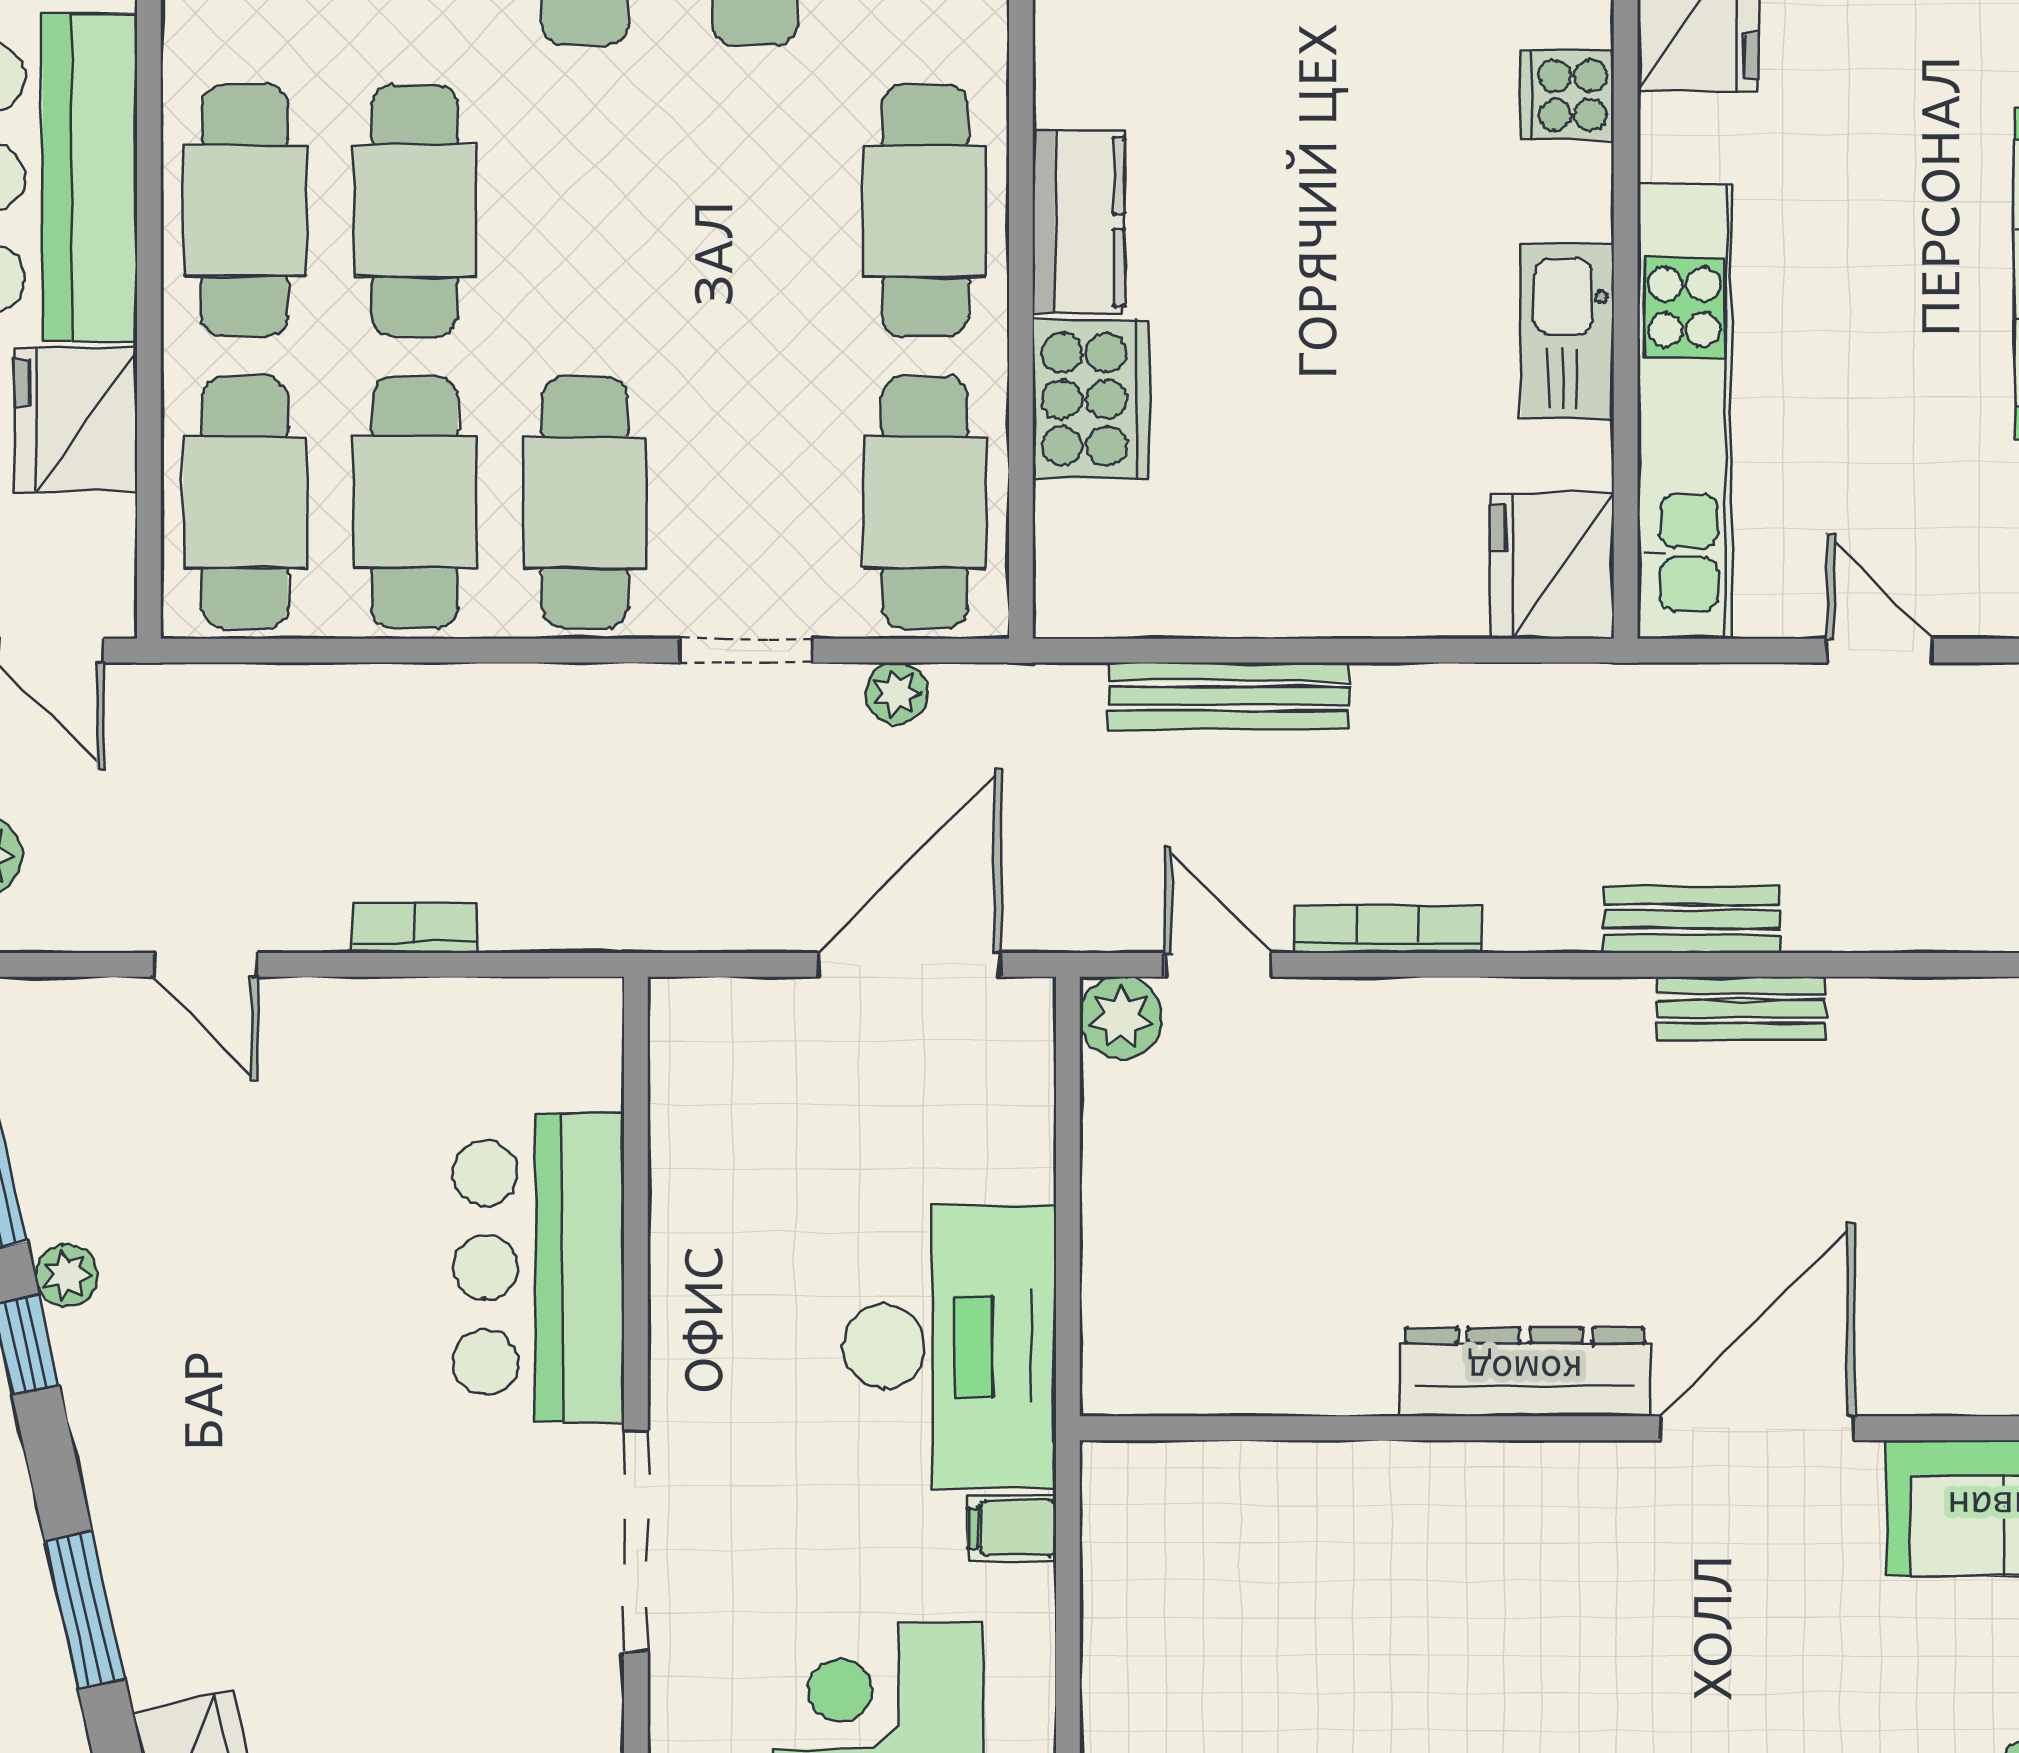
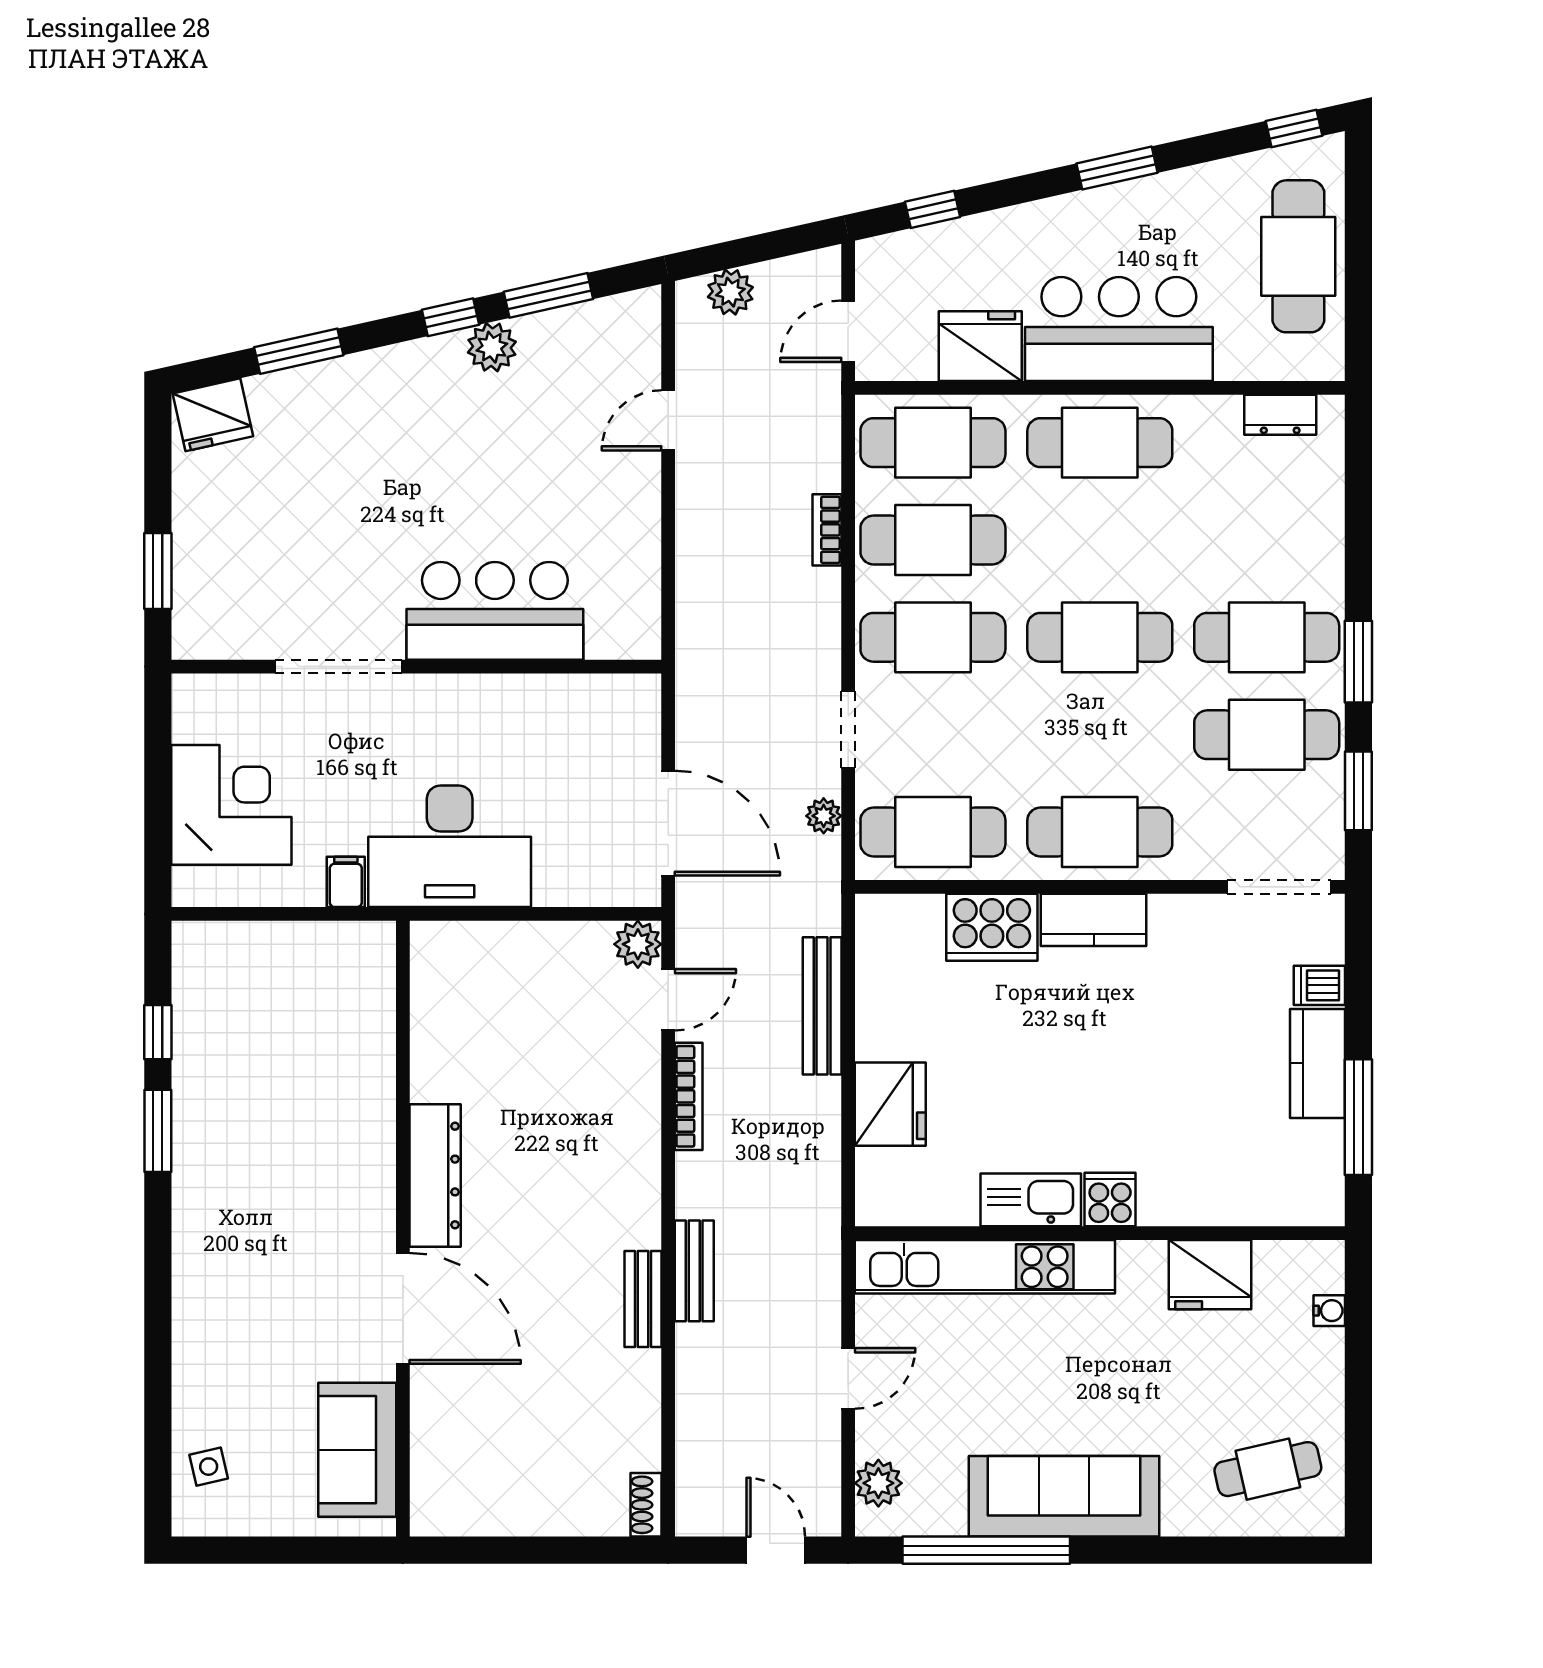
cooker: (1567, 95) -> (1110, 1200), moved
cafe table: (415, 211) -> (1100, 637), moved
fridge: (1552, 566) -> (890, 1104), moved, turned 90
bookcase: (415, 928) -> (827, 530), moved, turned 180
plant: (66, 1275) -> (492, 347), width x1.38, depth x1.38

